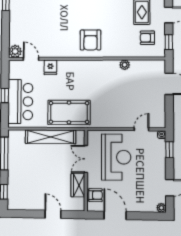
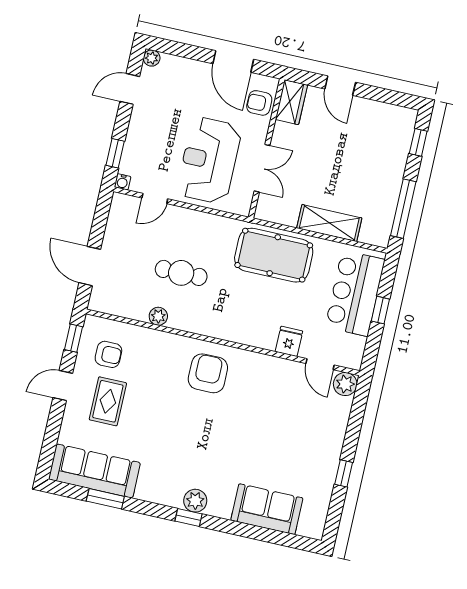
cafe table: (118, 91) -> (181, 273), added
shelving: (50, 137) -> (329, 223), width x0.68
wardrobe: (78, 185) -> (291, 102), moved

